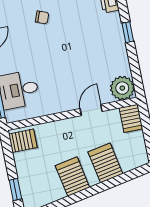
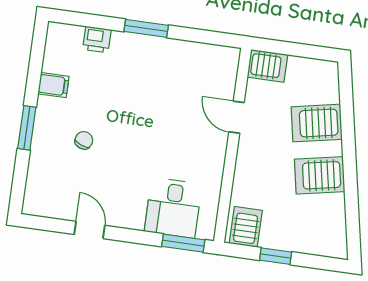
window: (128, 32) -> (146, 28), width x1.50
plant: (122, 88) -> (221, 63), removed
window: (15, 190) -> (276, 256), moved

